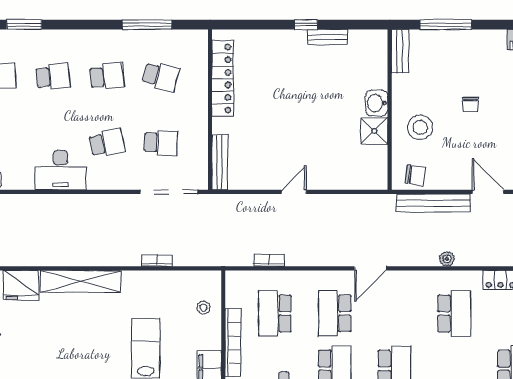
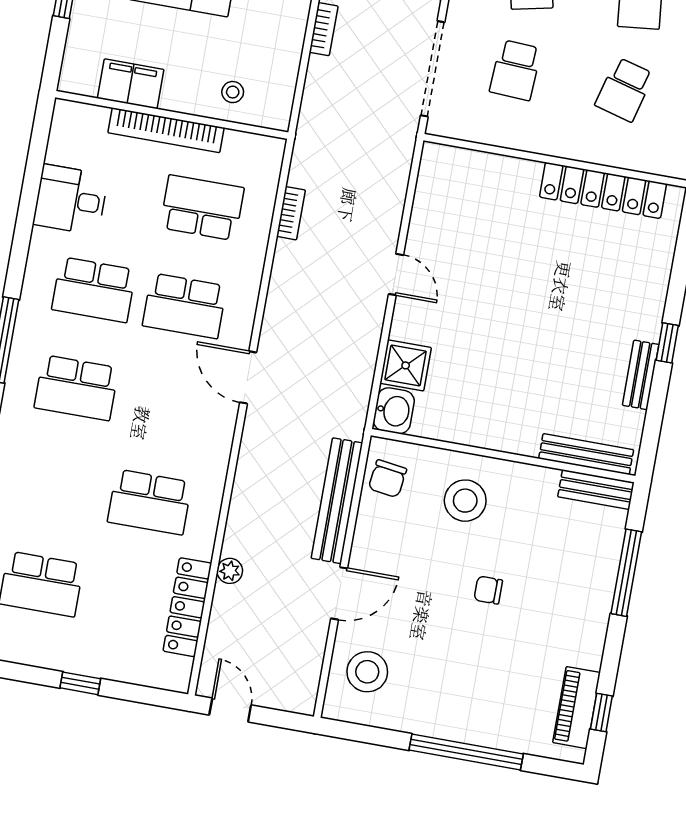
washbasin: (377, 103) -> (394, 411), moved, turned 90
shower: (374, 131) -> (406, 365), moved
bench: (220, 162) -> (586, 454), moved
plant: (447, 259) -> (230, 571), moved
school desk: (335, 313) -> (185, 306), turned 180

